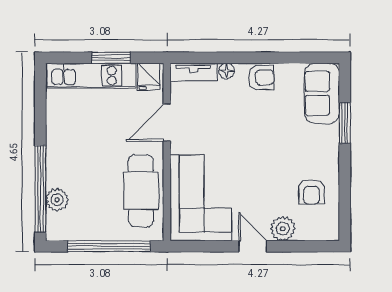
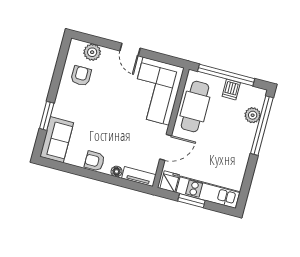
dishwasher: (97, 228) -> (231, 89), added
plant: (283, 229) -> (92, 52), moved

